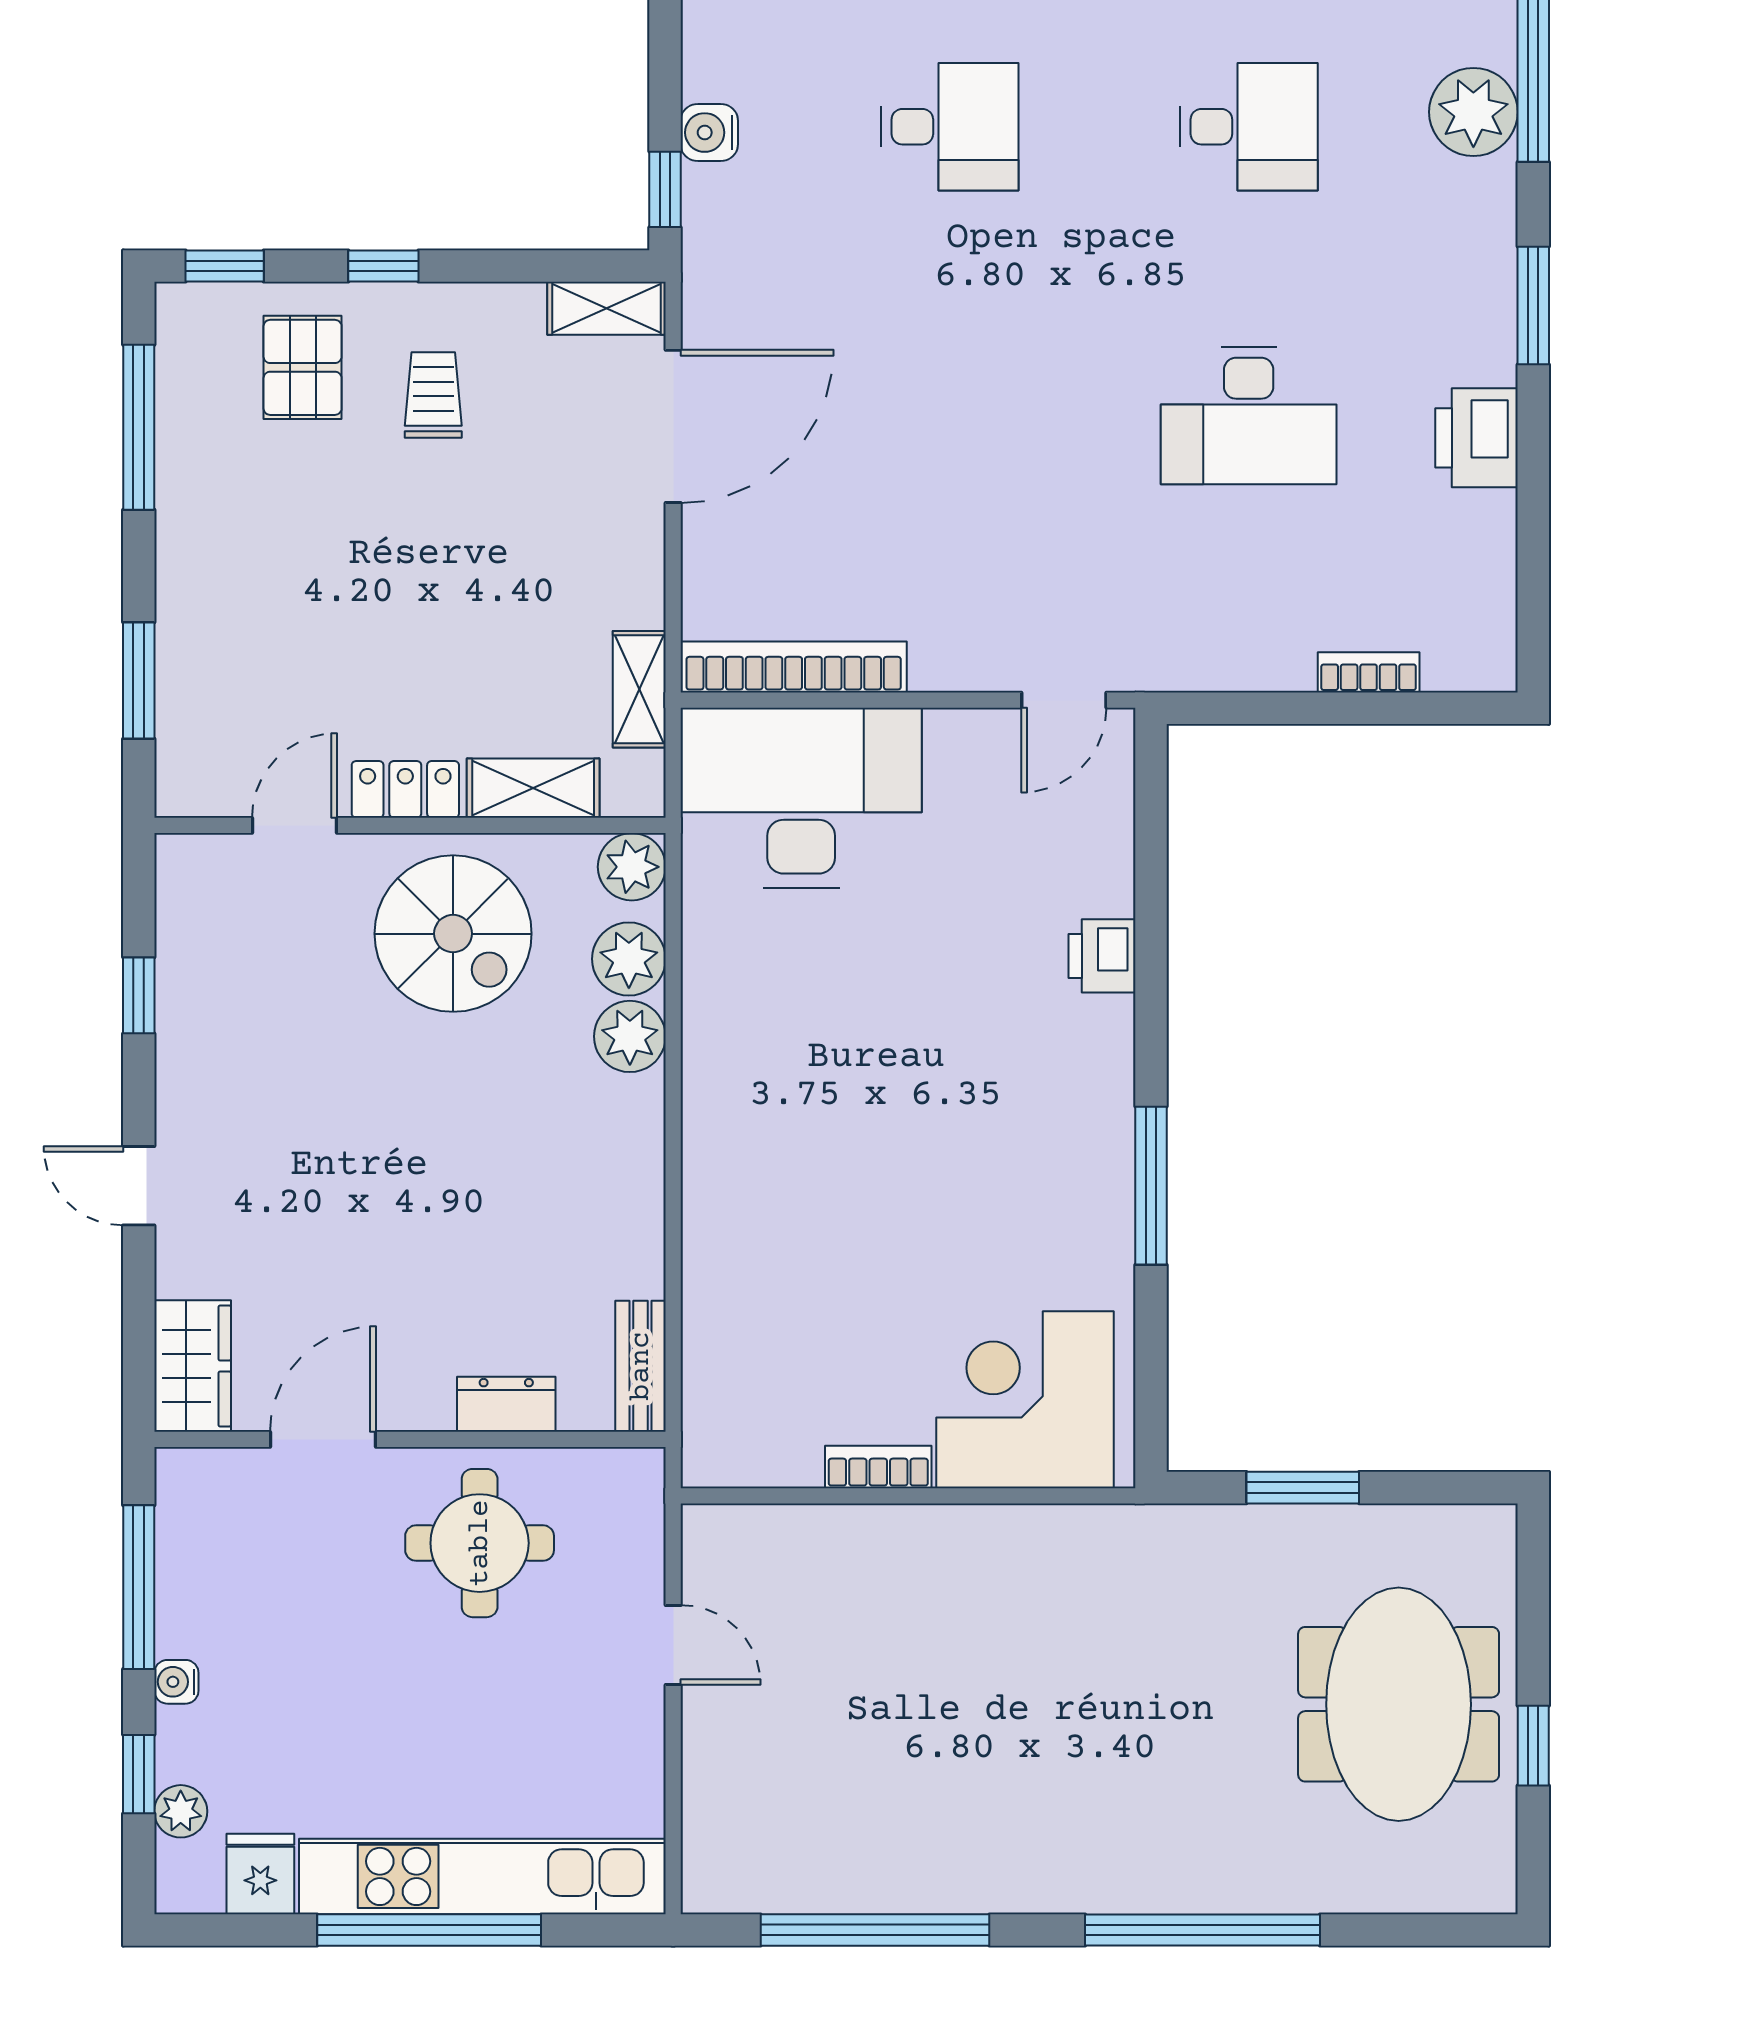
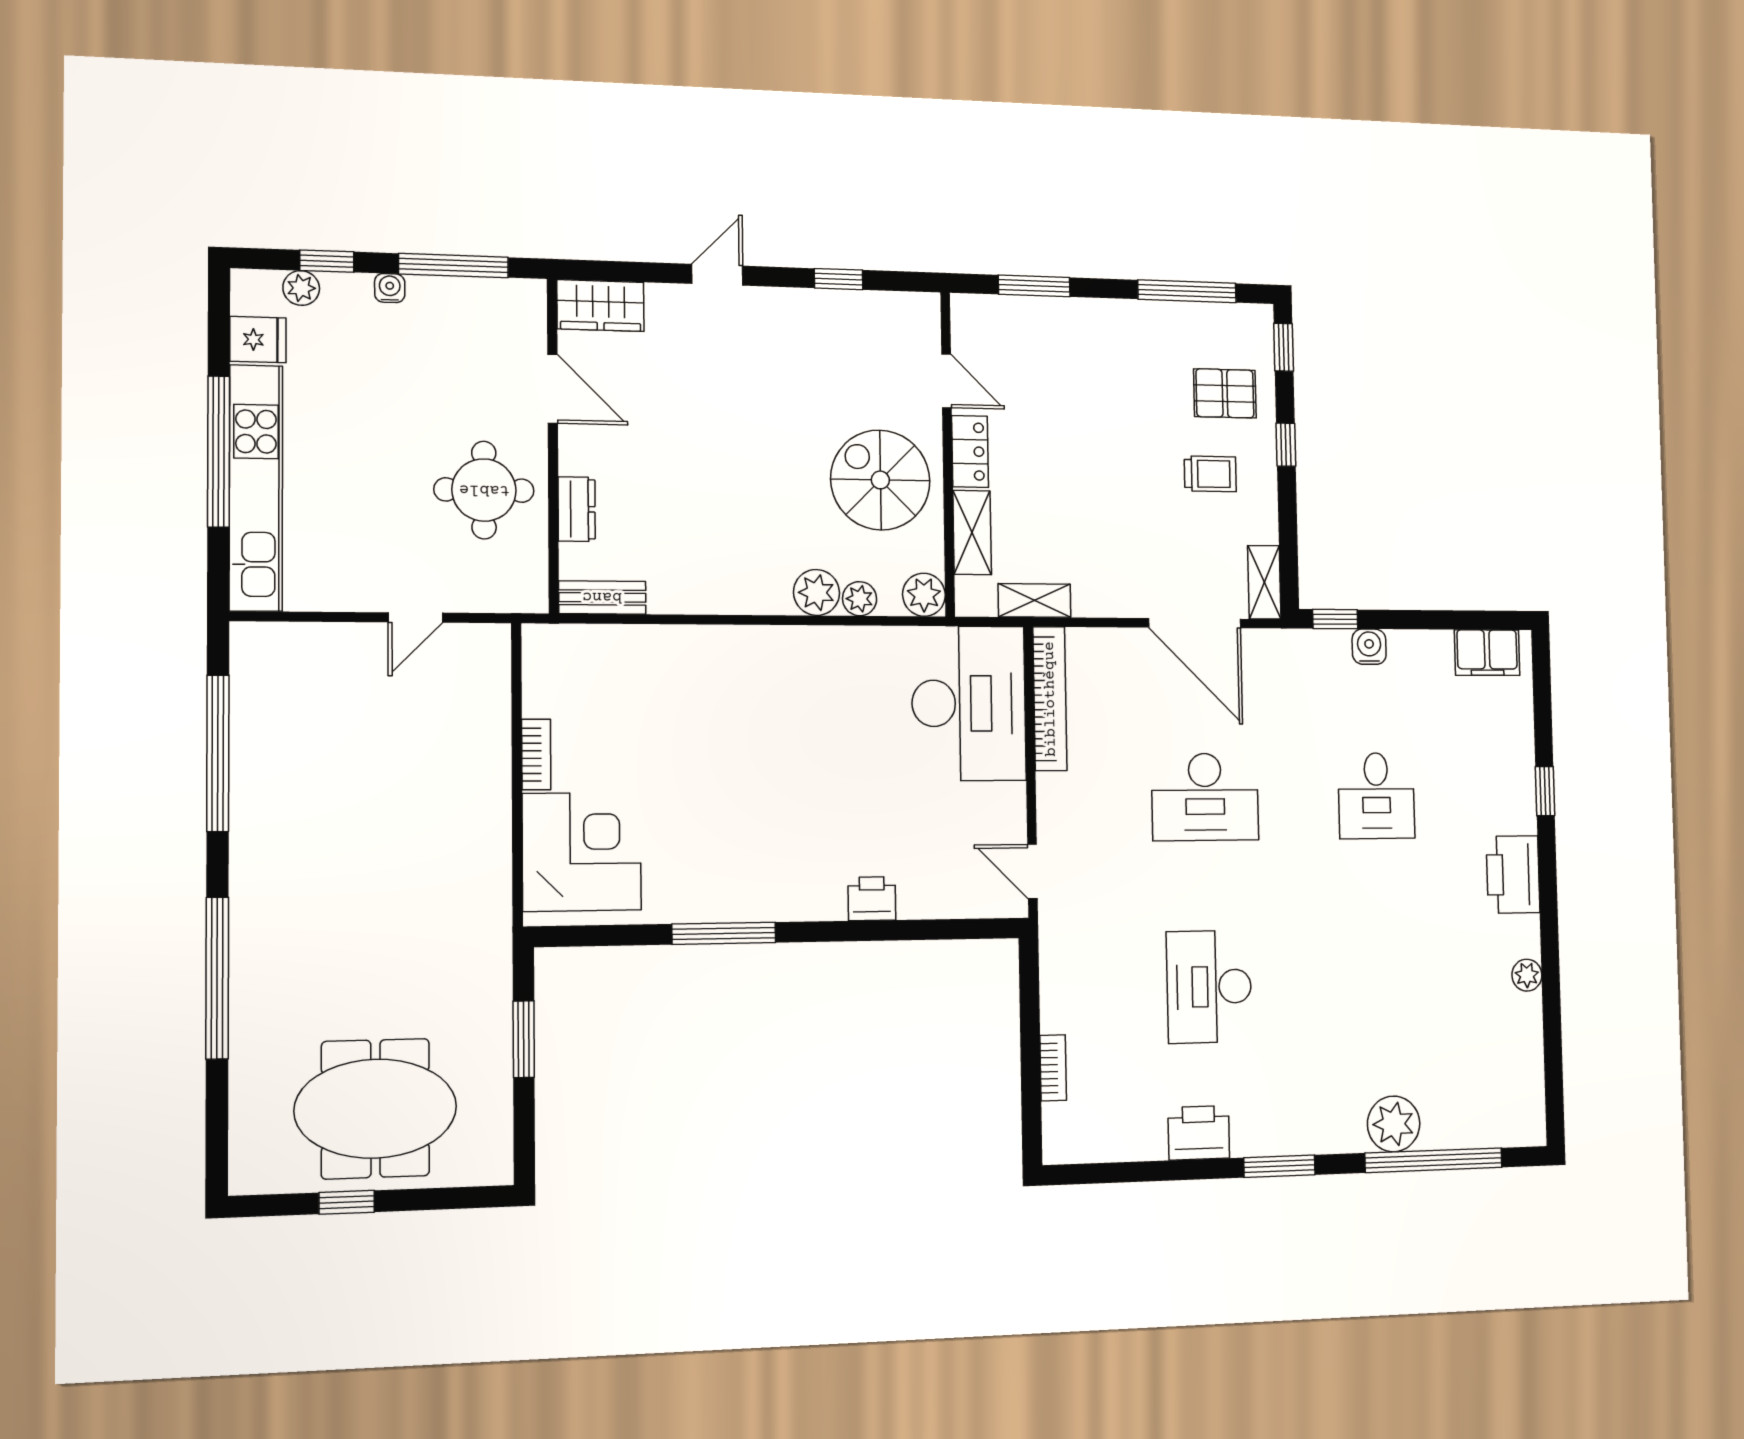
desk: (1249, 127) -> (1205, 797), moved, width x1.37
spiral stairs: (453, 934) -> (880, 480), turned 90
plant: (629, 959) -> (860, 599), width x0.73, depth x0.73

